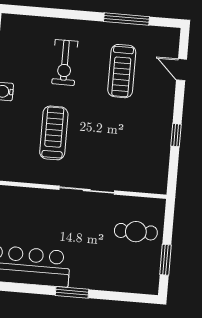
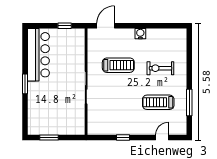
cafe table: (136, 232) -> (64, 119), removed

